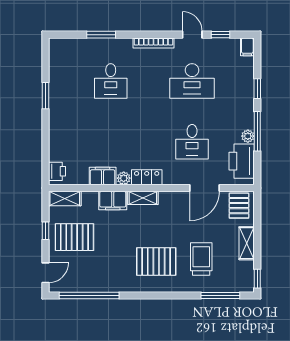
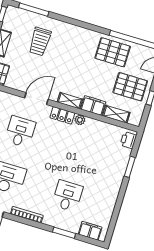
window: (45, 96) -> (130, 167), moved
filing cabinet: (103, 176) -> (90, 231), moved, turned 180
door: (204, 188) -> (36, 99), moved
shelving: (65, 198) -> (116, 114), moved
pallet: (156, 261) -> (113, 52), moved

